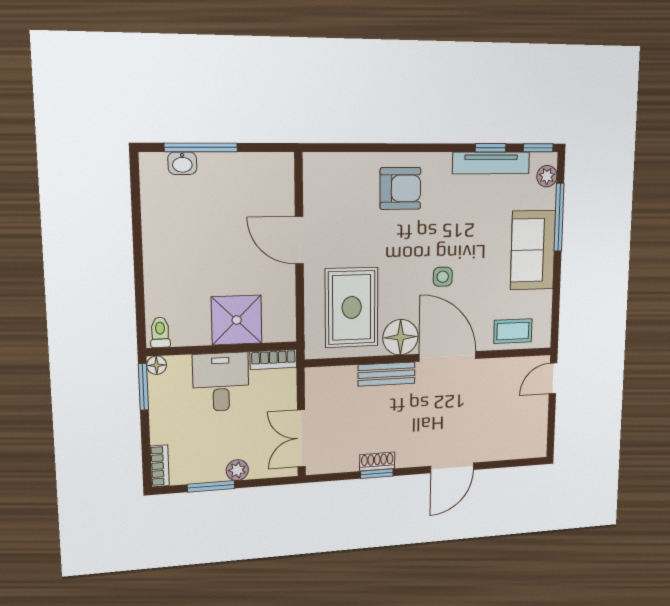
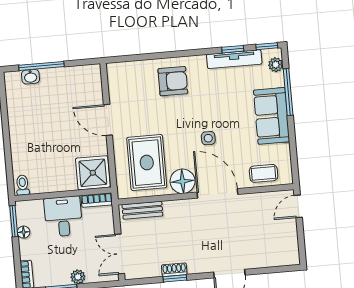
shower: (237, 320) -> (93, 173), moved
floor lamp: (157, 365) -> (24, 232), moved
bench: (387, 374) -> (142, 210), moved

